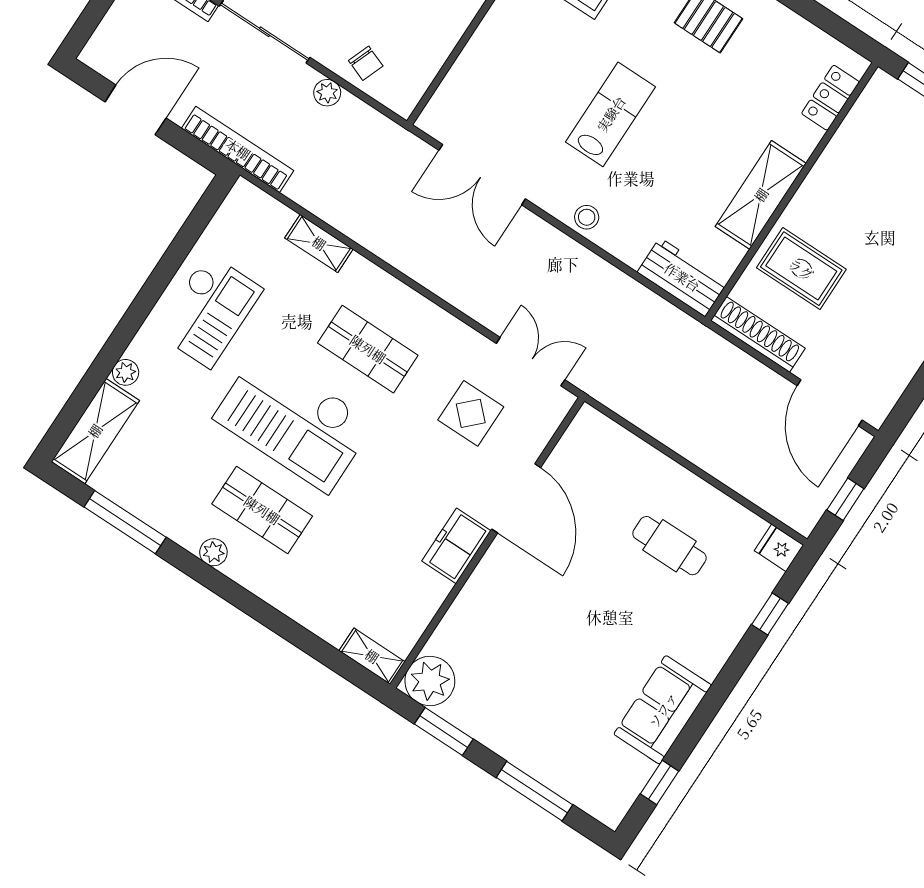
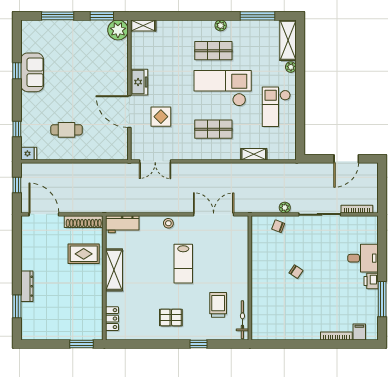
bookcase: (238, 149) -> (303, 168), removed
display table: (471, 413) -> (161, 117), moved
window: (659, 783) -> (17, 71), moved

